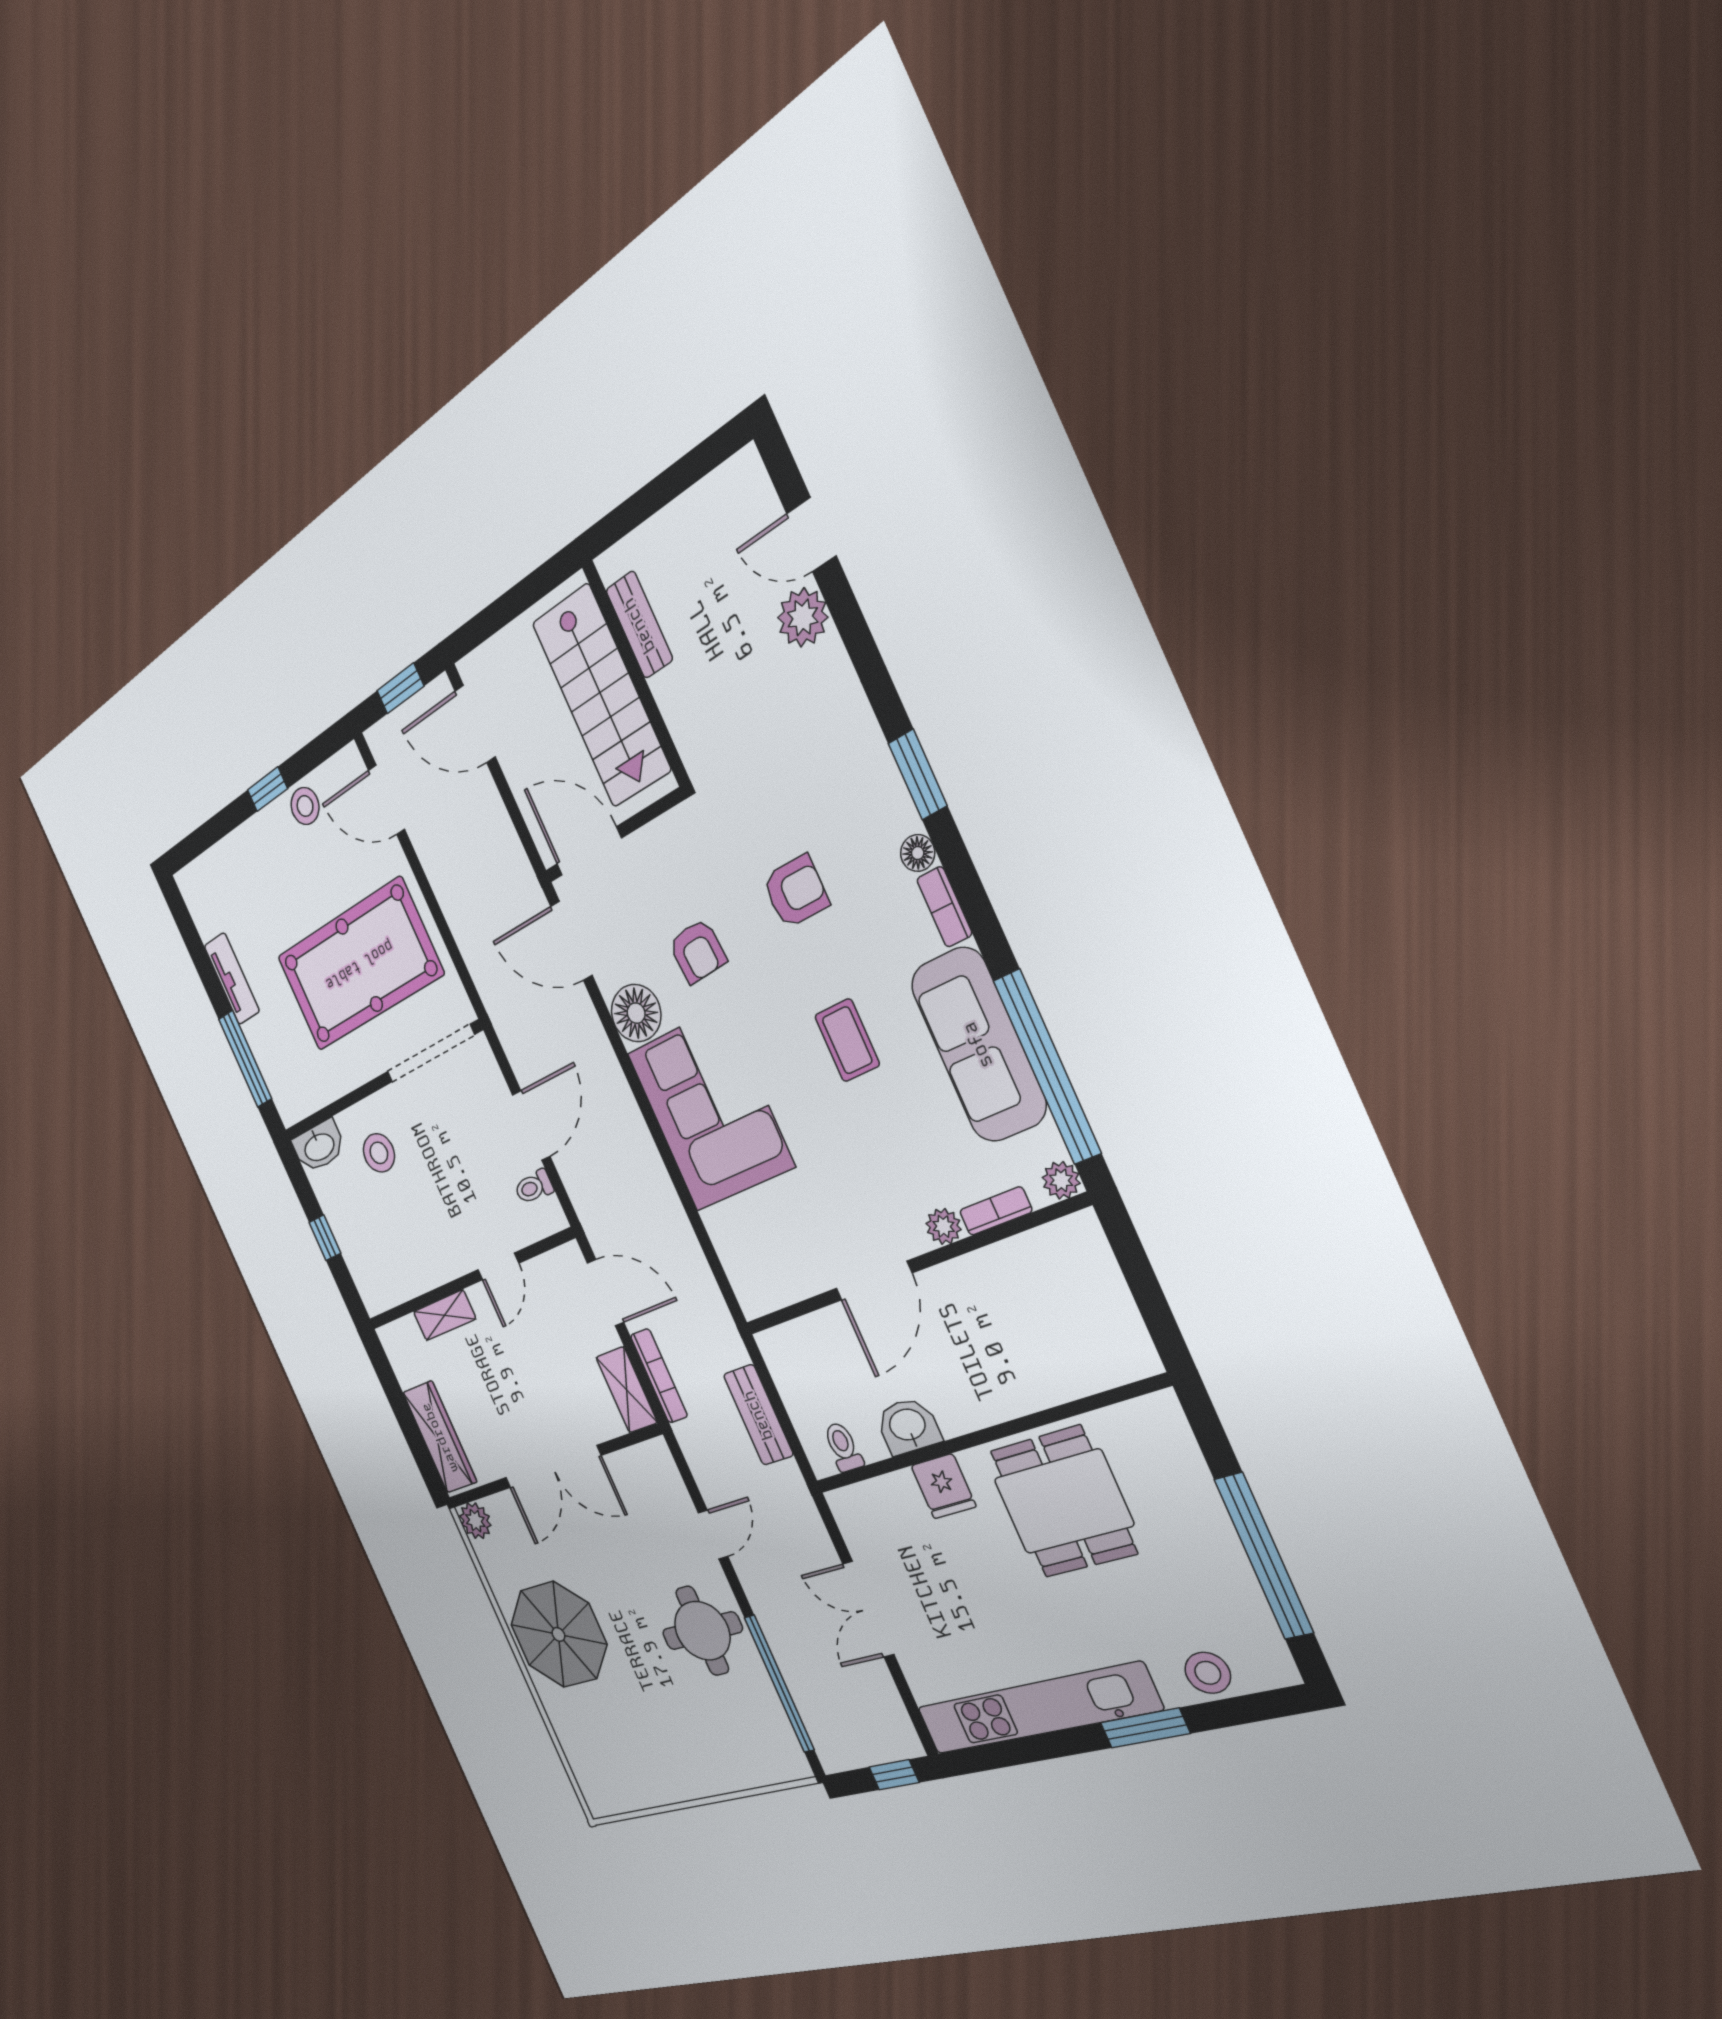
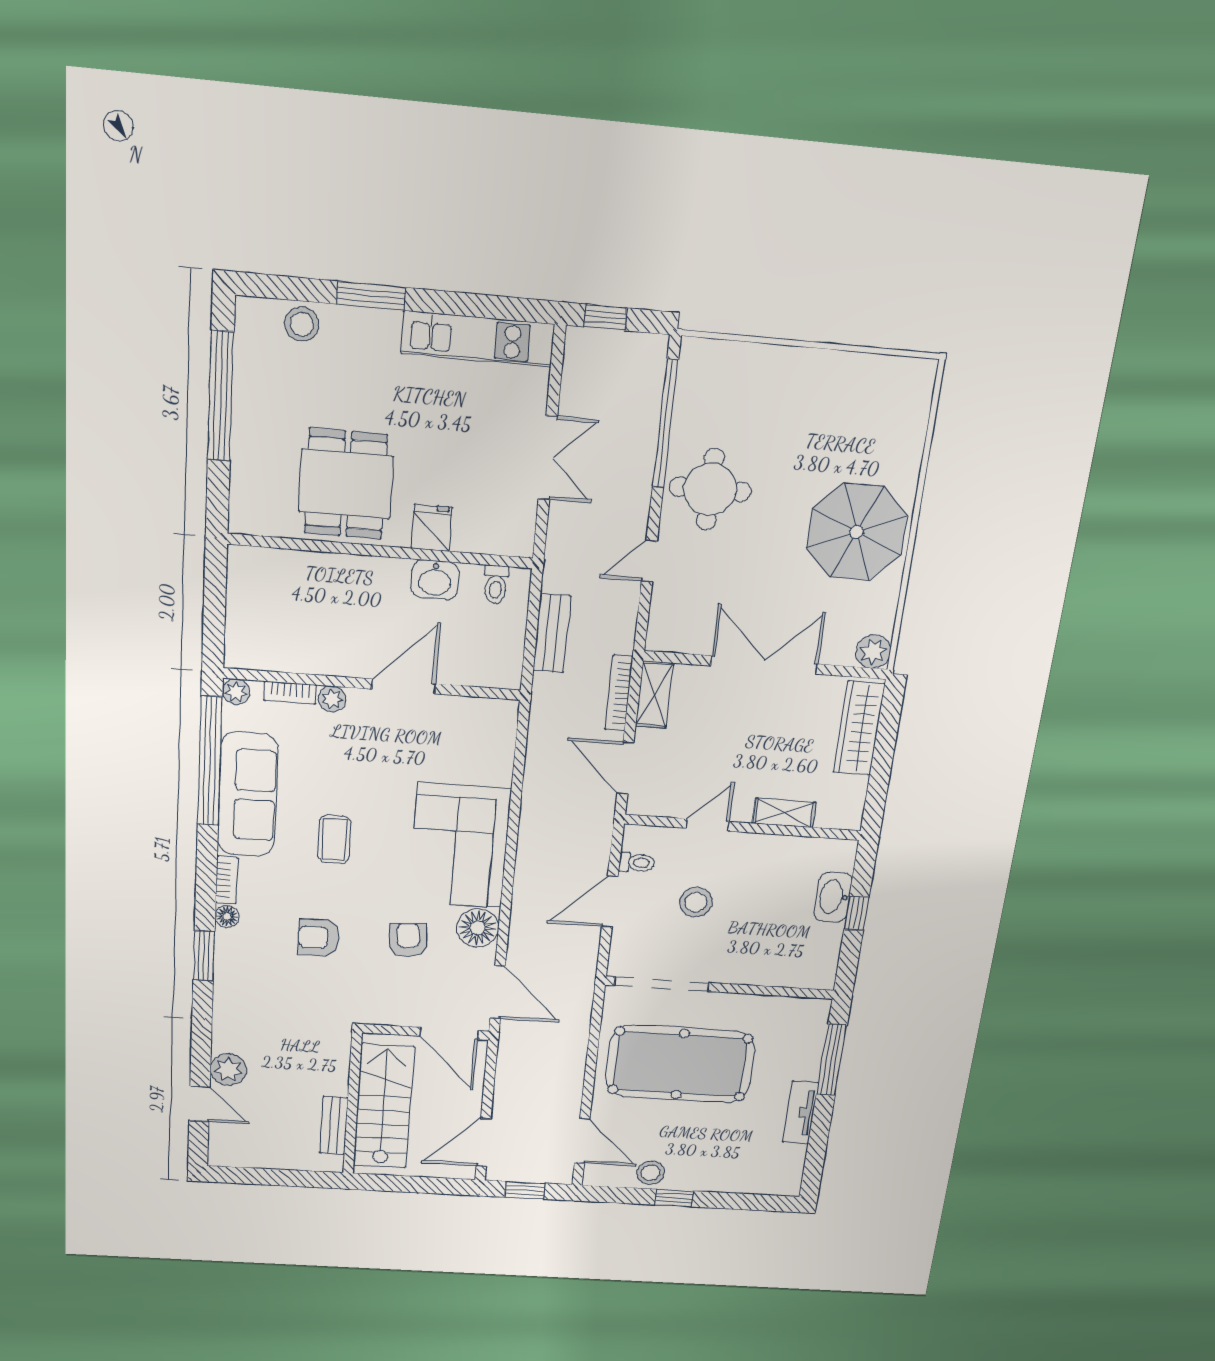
door: (475, 724) -> (483, 1142), swing flipped
washbasin: (319, 1146) -> (833, 897), moved, turned -90
stool: (379, 1153) -> (696, 902), moved
kitchen unit: (1036, 1709) -> (478, 339), width x0.73

